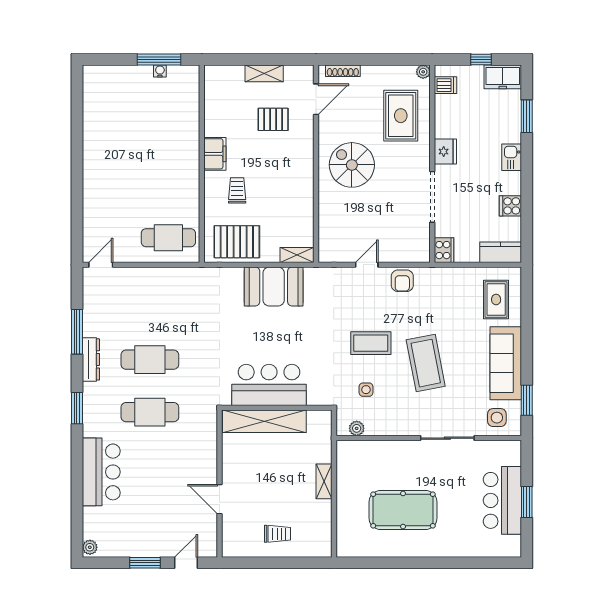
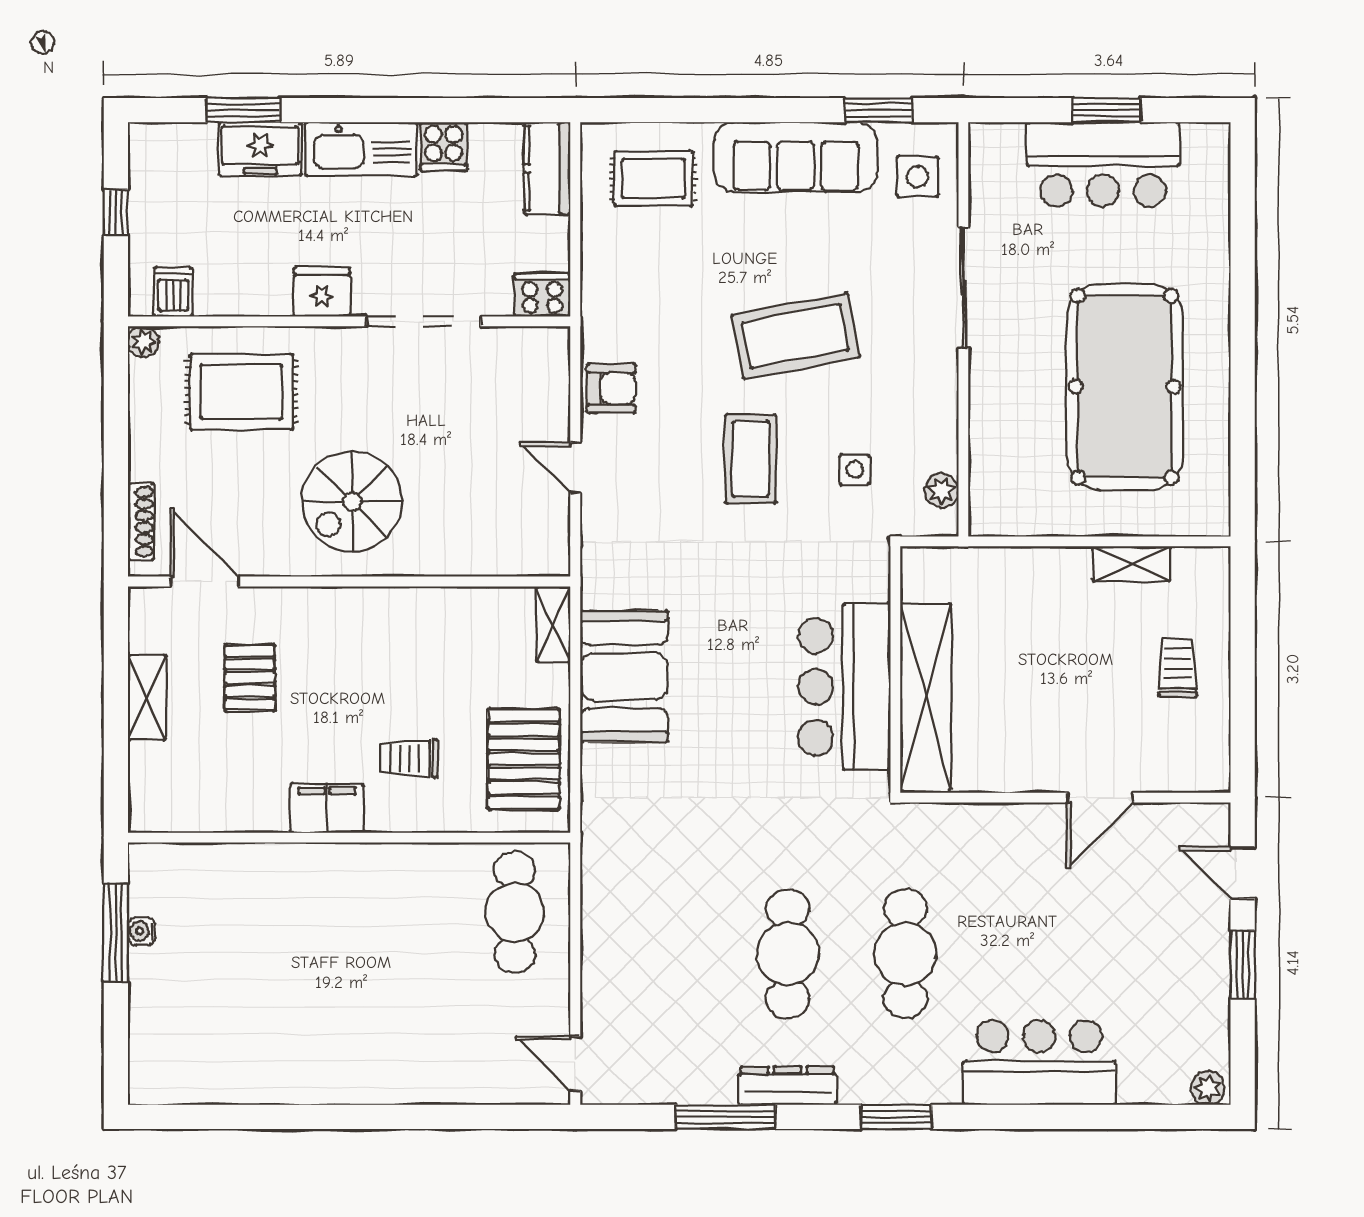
freezer: (503, 77) -> (260, 149), moved, turned 90
kitchen sink: (512, 157) -> (361, 149), width x1.88, depth x1.24
shelving: (324, 481) -> (1132, 564), moved
pool table: (403, 510) -> (1124, 387), width x1.36, depth x1.32

